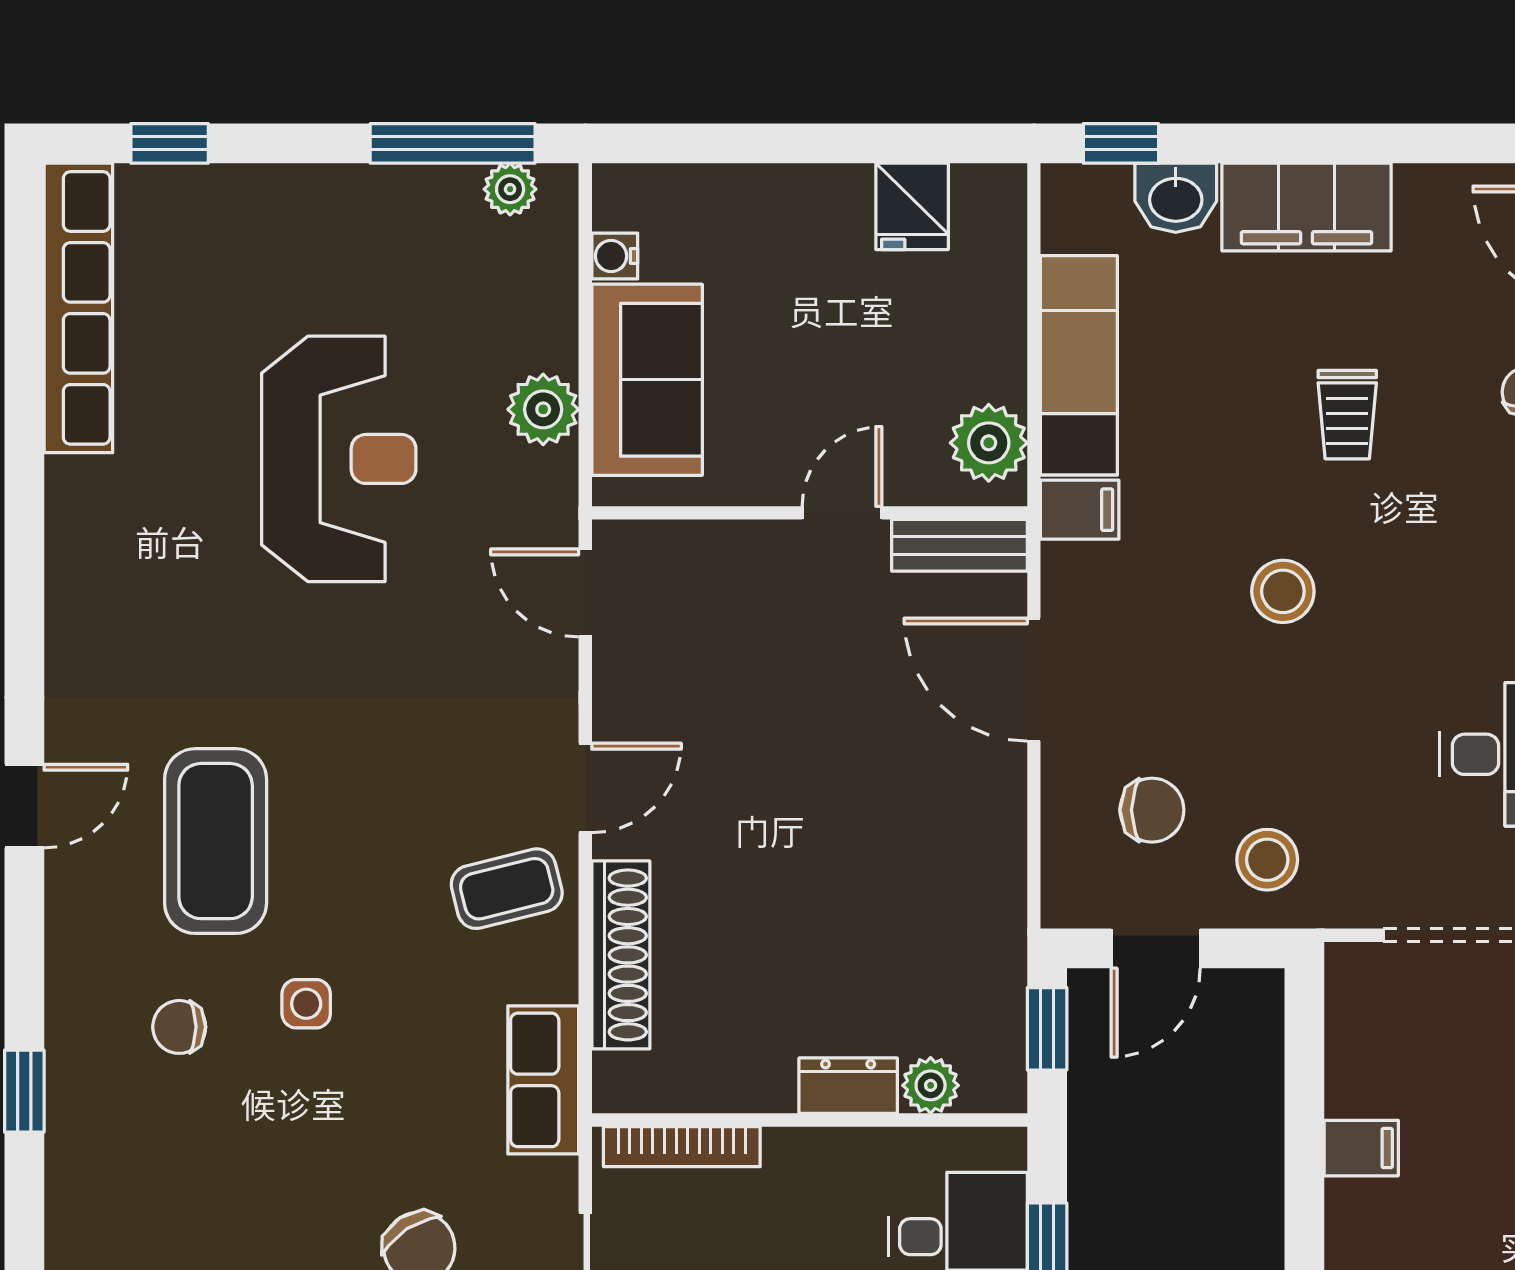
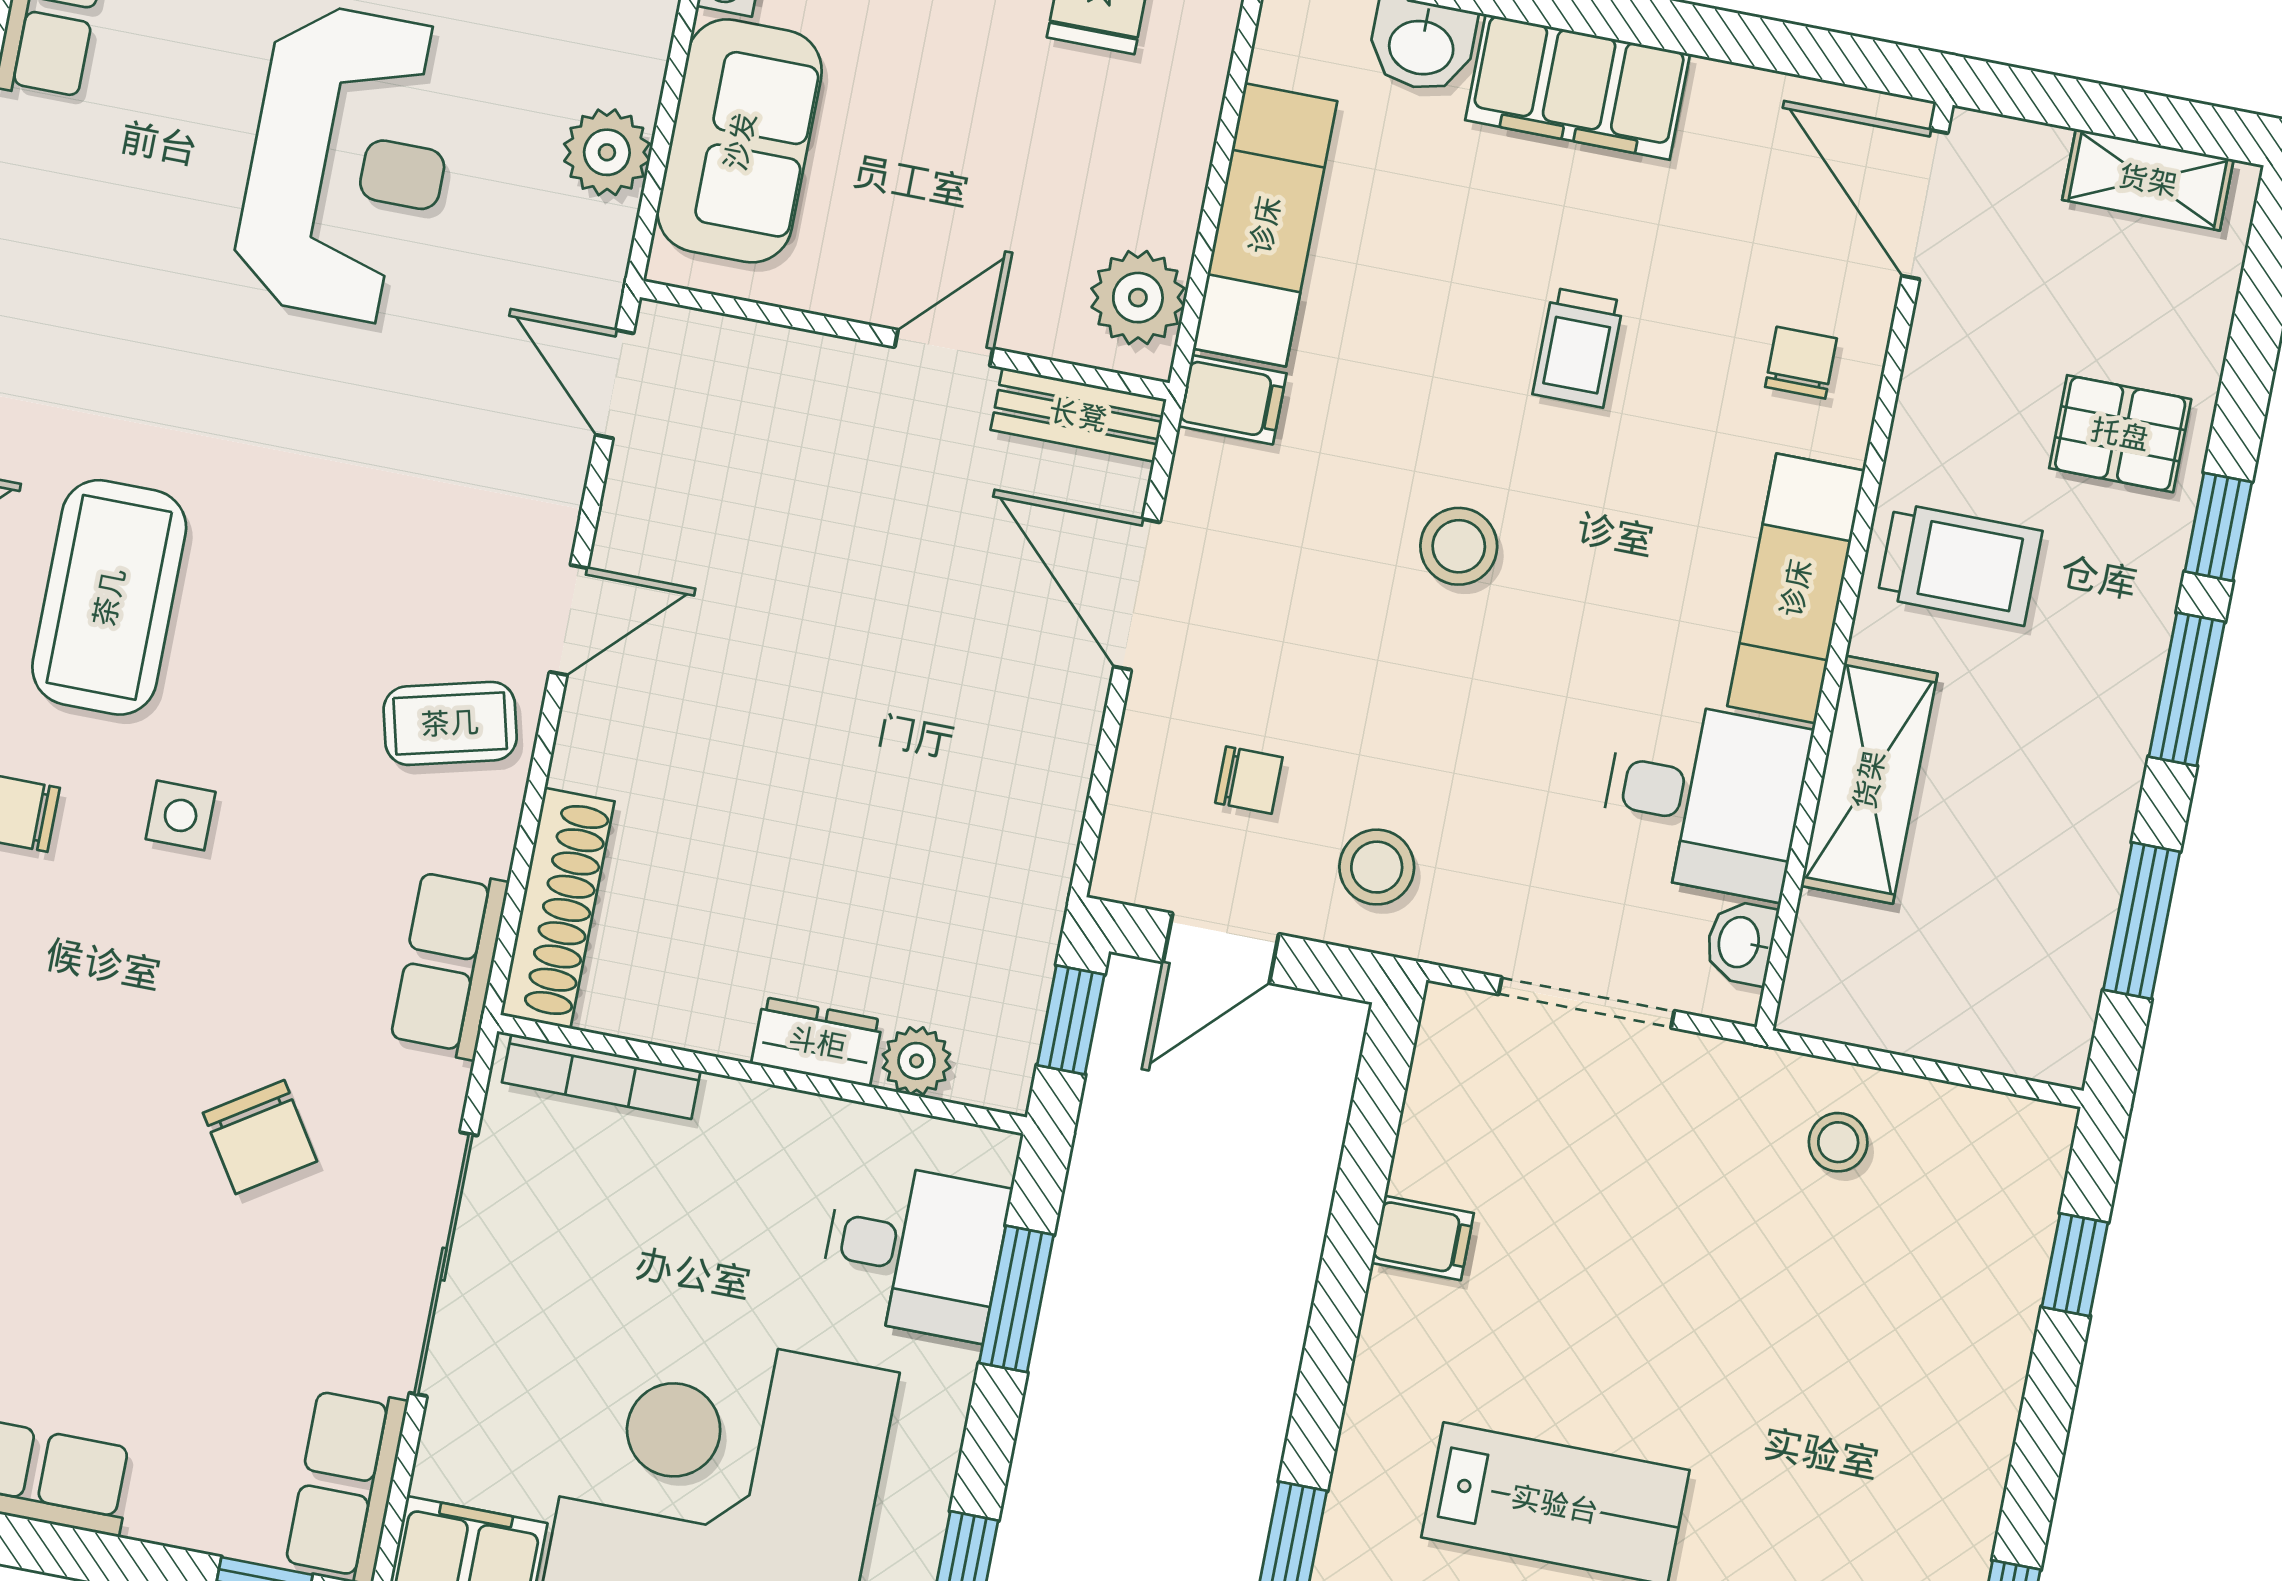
chair: (1152, 810) -> (1249, 780), width x0.73, depth x0.73
shoe rack: (621, 955) -> (557, 908), moved

